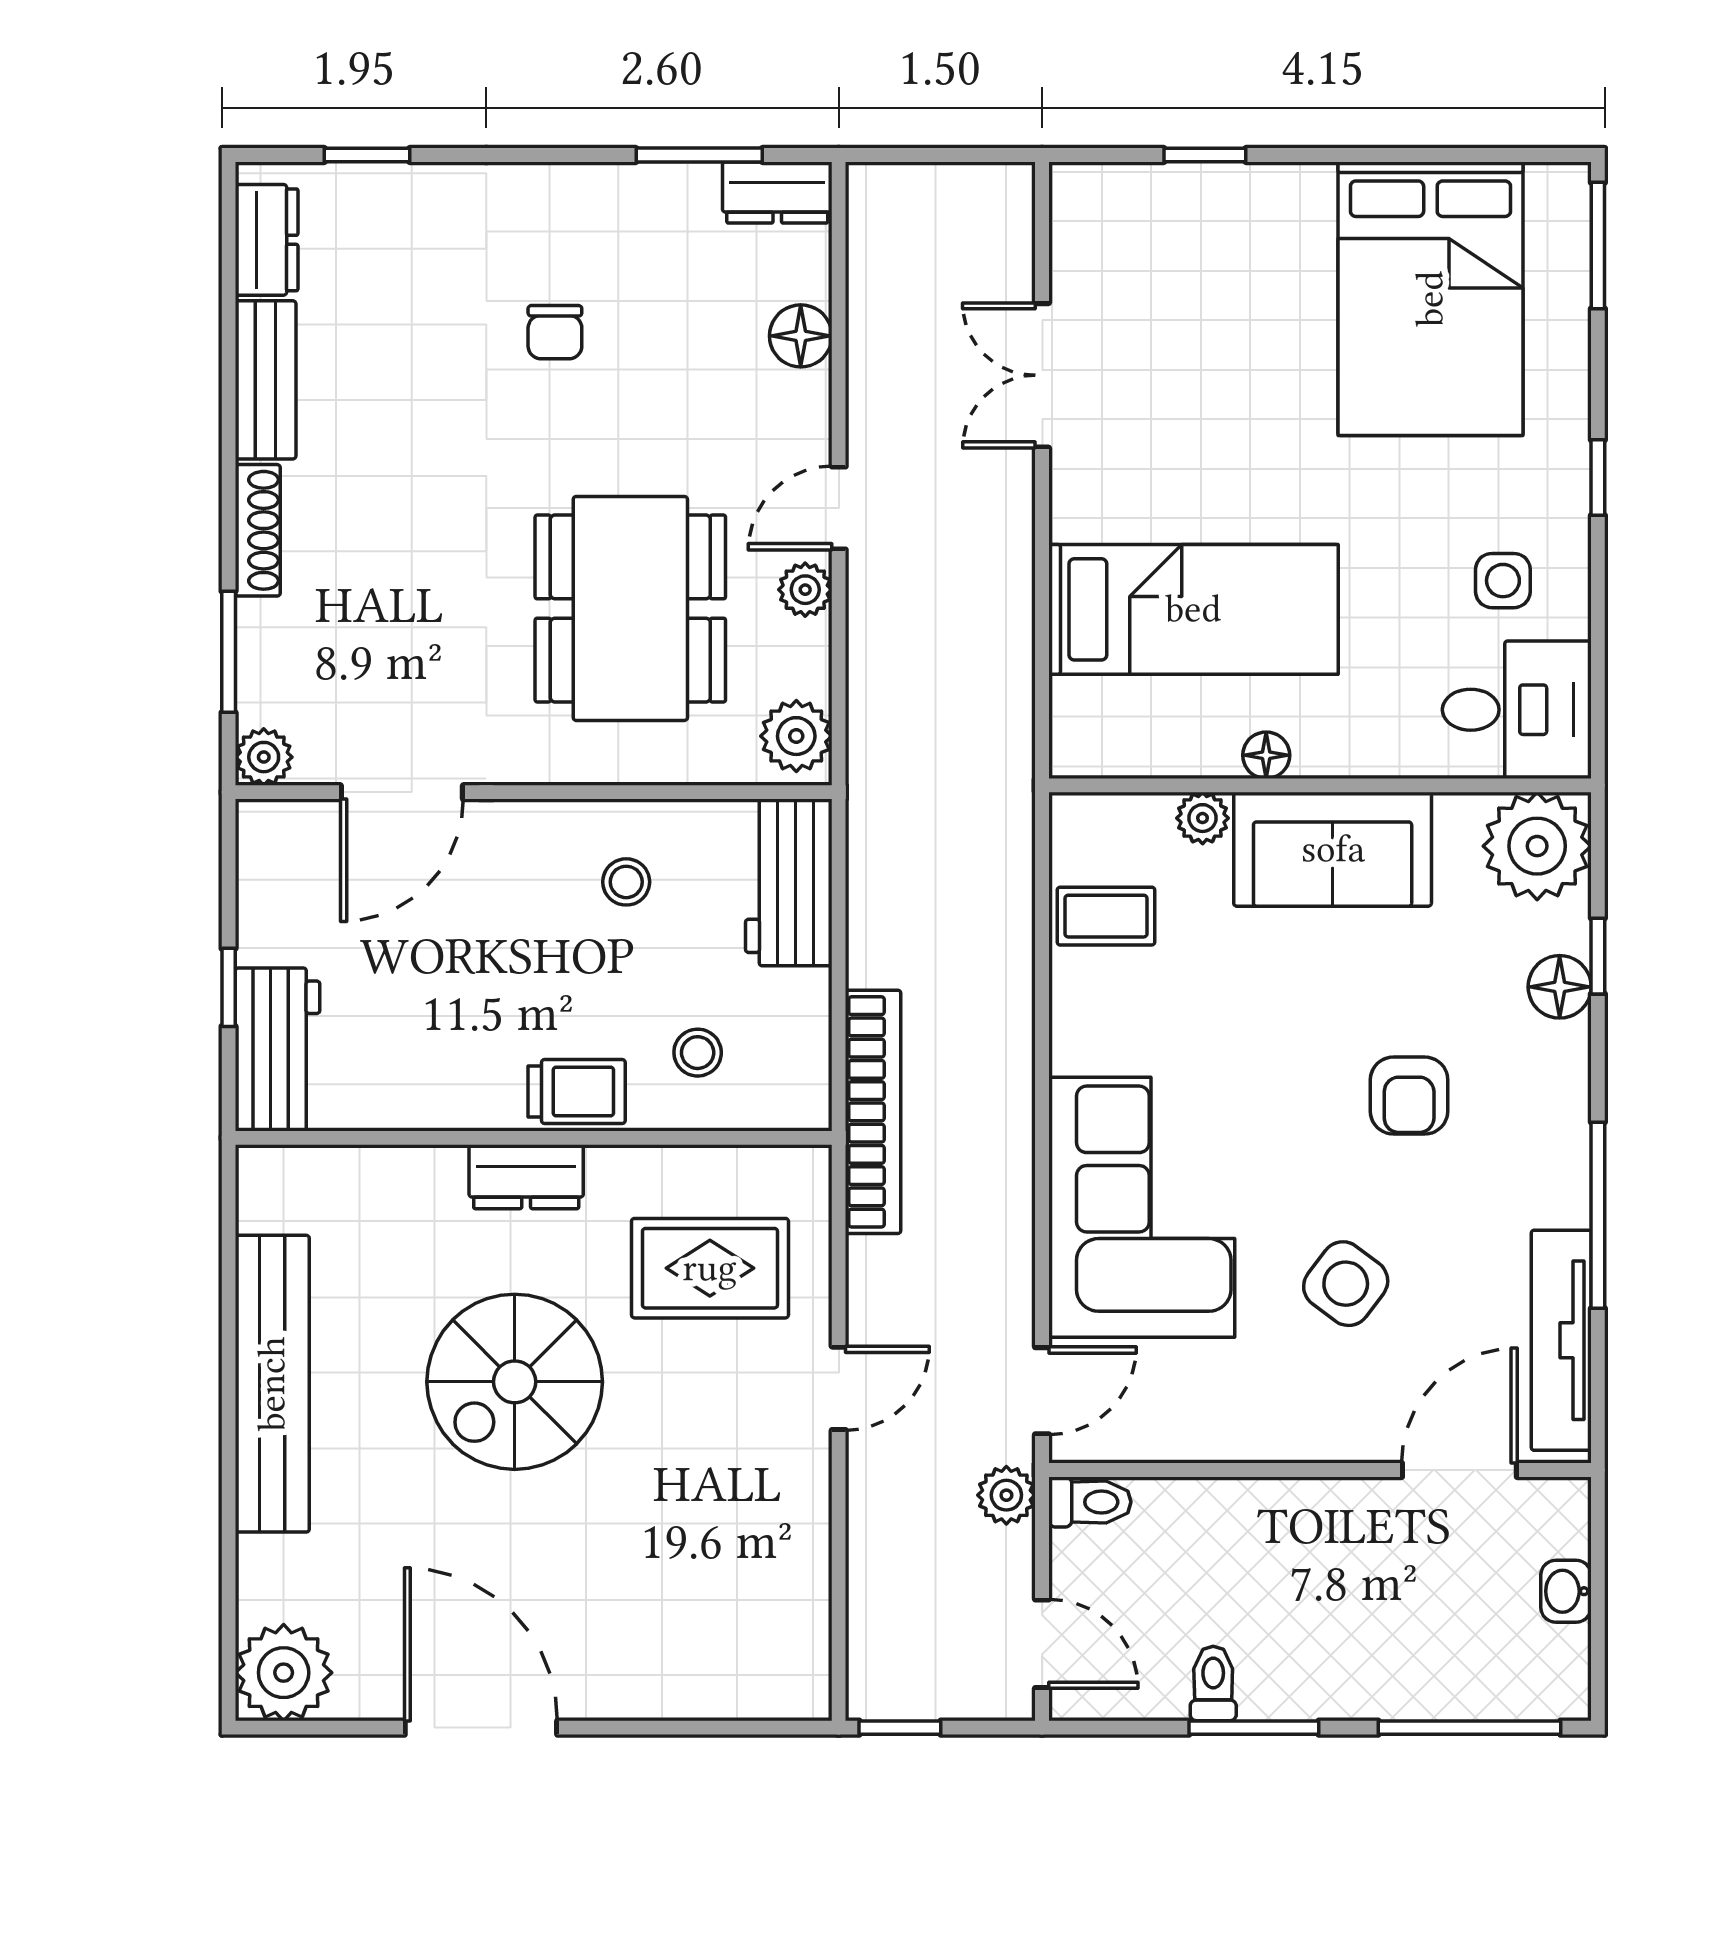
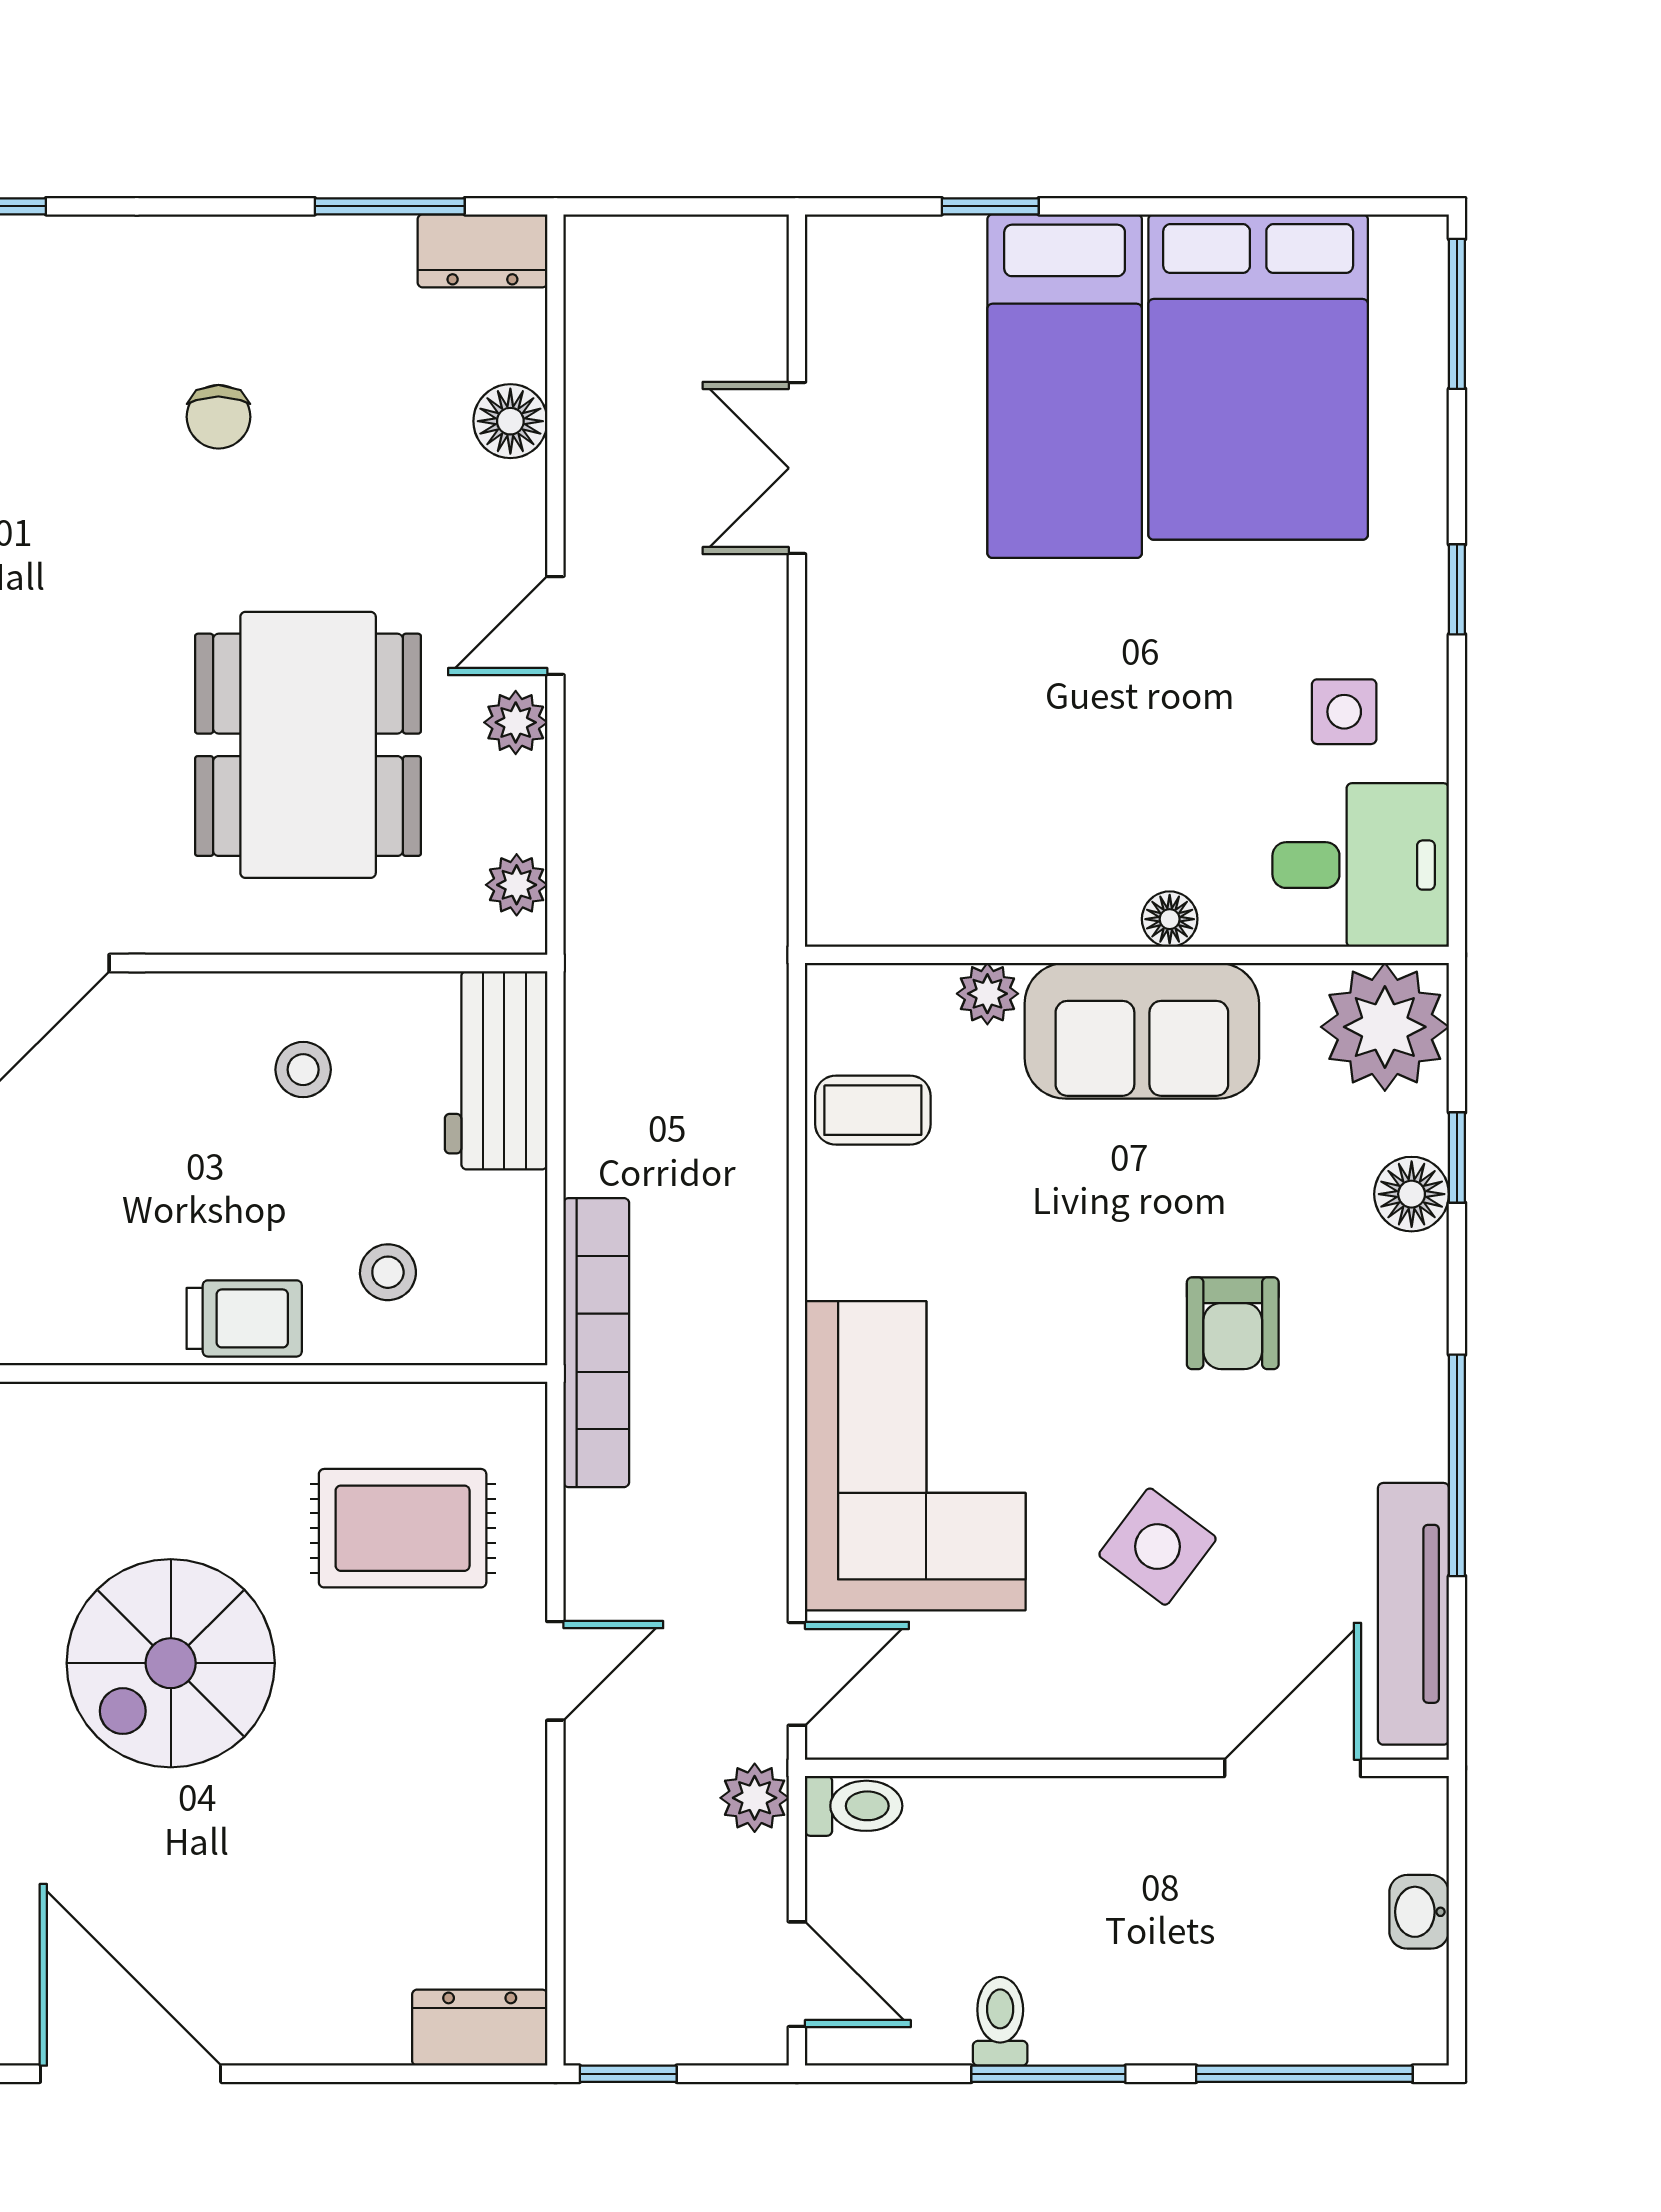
bed: (1193, 609) -> (1065, 386), moved, turned 90
plant: (796, 736) -> (517, 885), width x0.73, depth x0.73
floor lamp: (1266, 755) -> (1170, 919), moved
dresser: (526, 1177) -> (480, 2028), moved, turned 180

